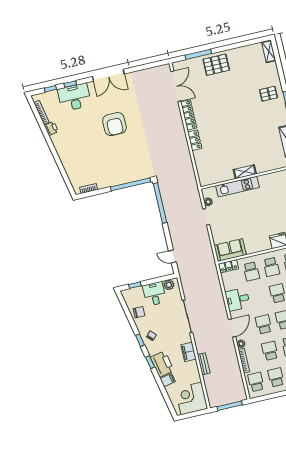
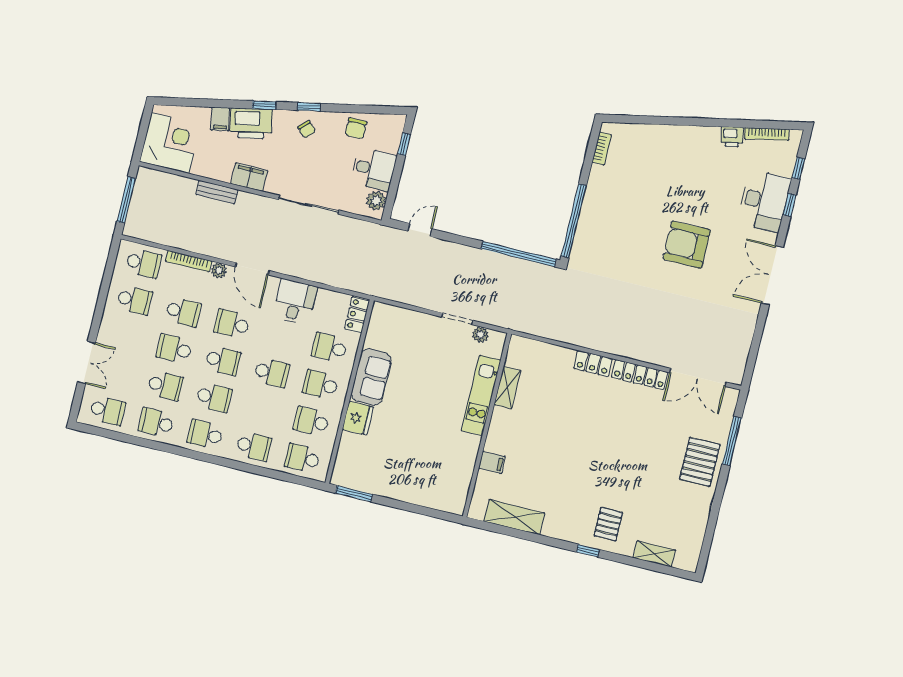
shelving: (269, 51) -> (654, 554), moved
filing cabinet: (267, 165) -> (492, 462), added
shelving: (245, 172) -> (507, 388), moved
sofa: (230, 250) -> (371, 377), moved
school desk: (264, 324) -> (232, 324), turned 180

